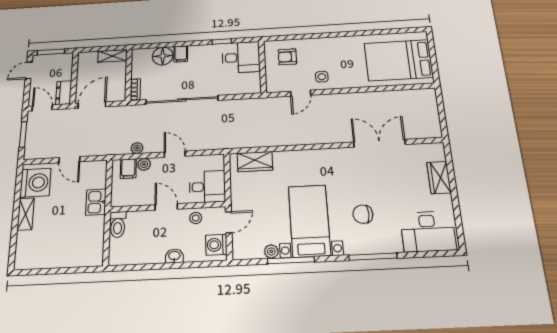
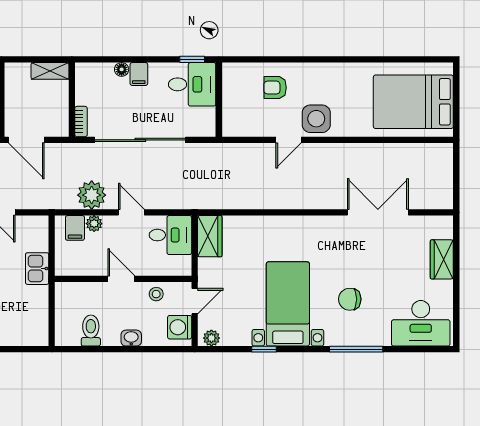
floor lamp: (163, 56) -> (122, 69), width x0.53, depth x0.53
desk: (241, 57) -> (192, 84), moved
wall: (262, 67) -> (219, 100), moved
side table: (322, 77) -> (316, 119), width x1.87, depth x1.87
door: (92, 105) -> (26, 140), swing flipped
plant: (137, 148) -> (92, 195), width x1.87, depth x1.87
wardrobe: (255, 162) -> (210, 236), moved, turned -90
desk: (207, 187) -> (170, 235), moved
toilet: (118, 225) -> (91, 331), moved, turned 180
plant: (271, 251) -> (211, 338), moved
window: (291, 260) -> (264, 349), width x0.46

